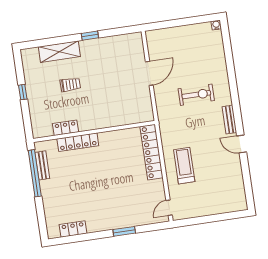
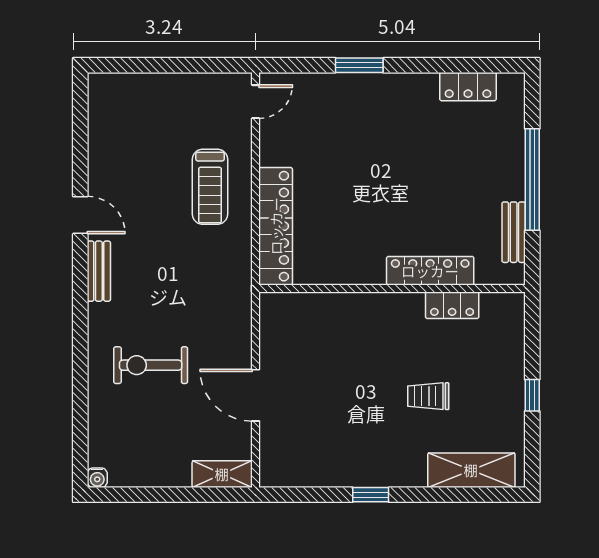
shelving: (159, 35) -> (222, 474), added
shelving: (59, 52) -> (471, 470), moved
door: (149, 73) -> (256, 395), hinge flipped
exercise bike: (196, 95) -> (151, 365), moved
window: (35, 173) -> (532, 179), moved

